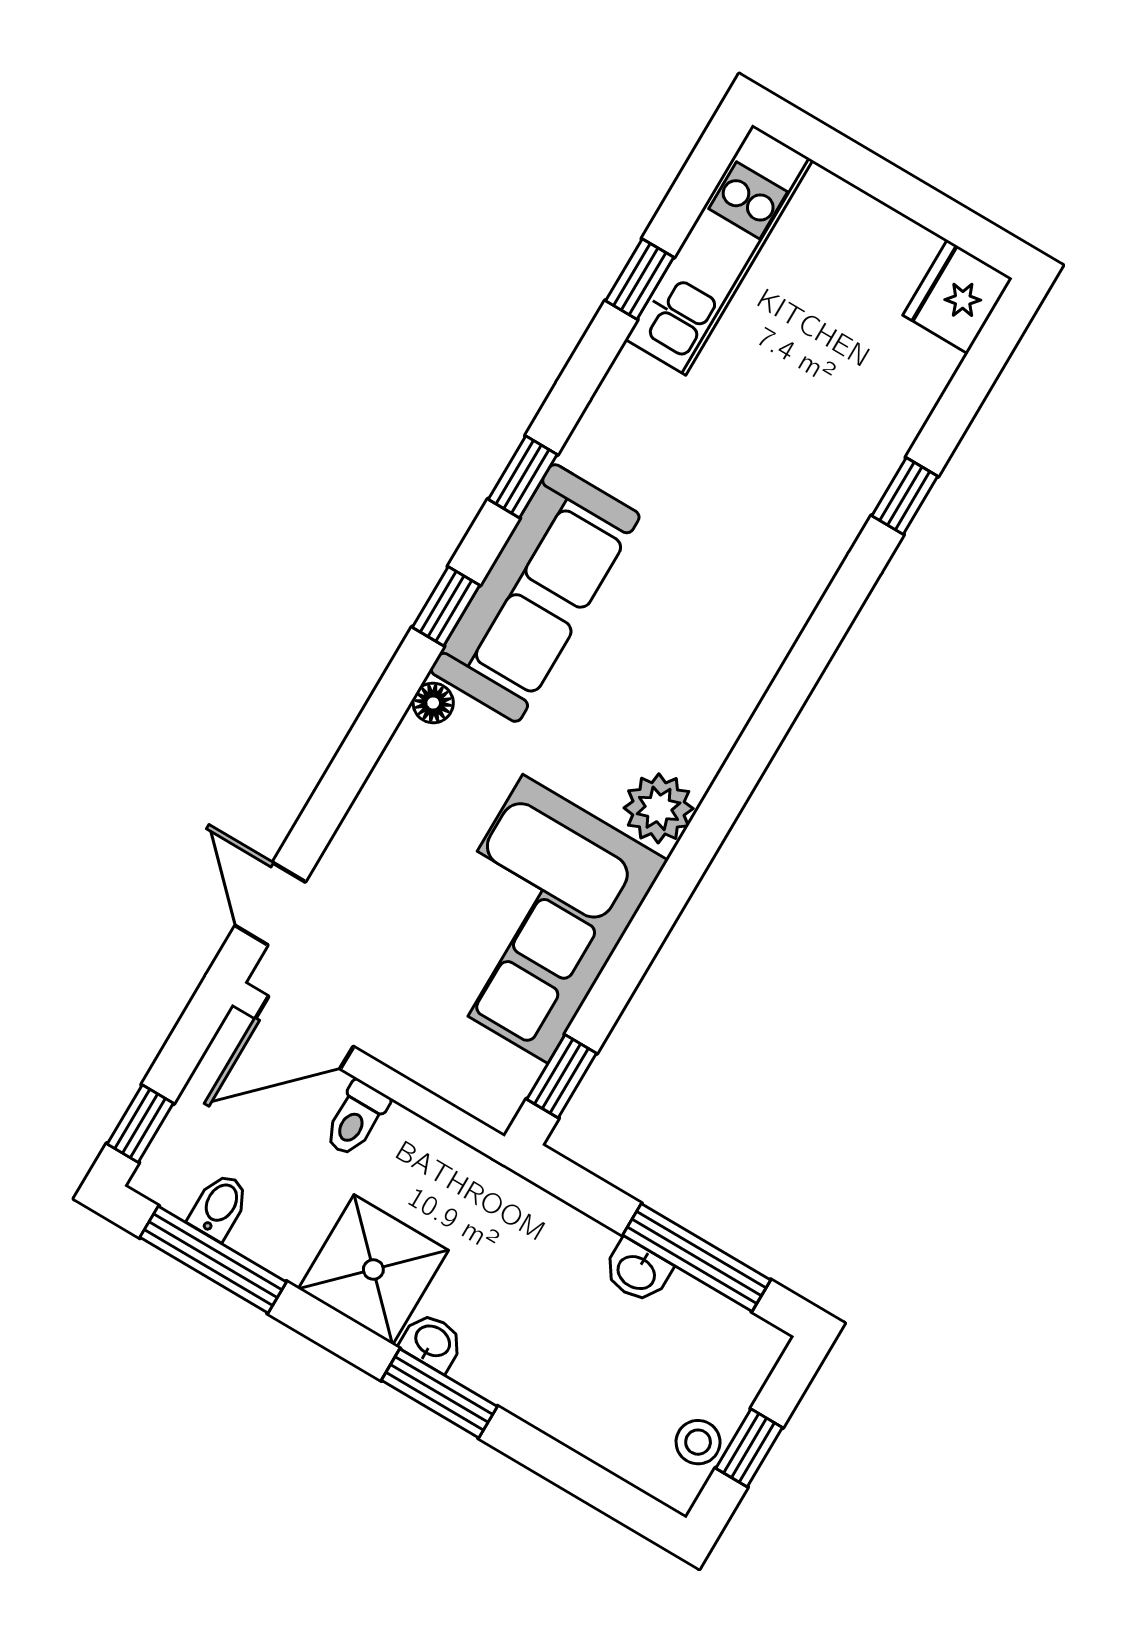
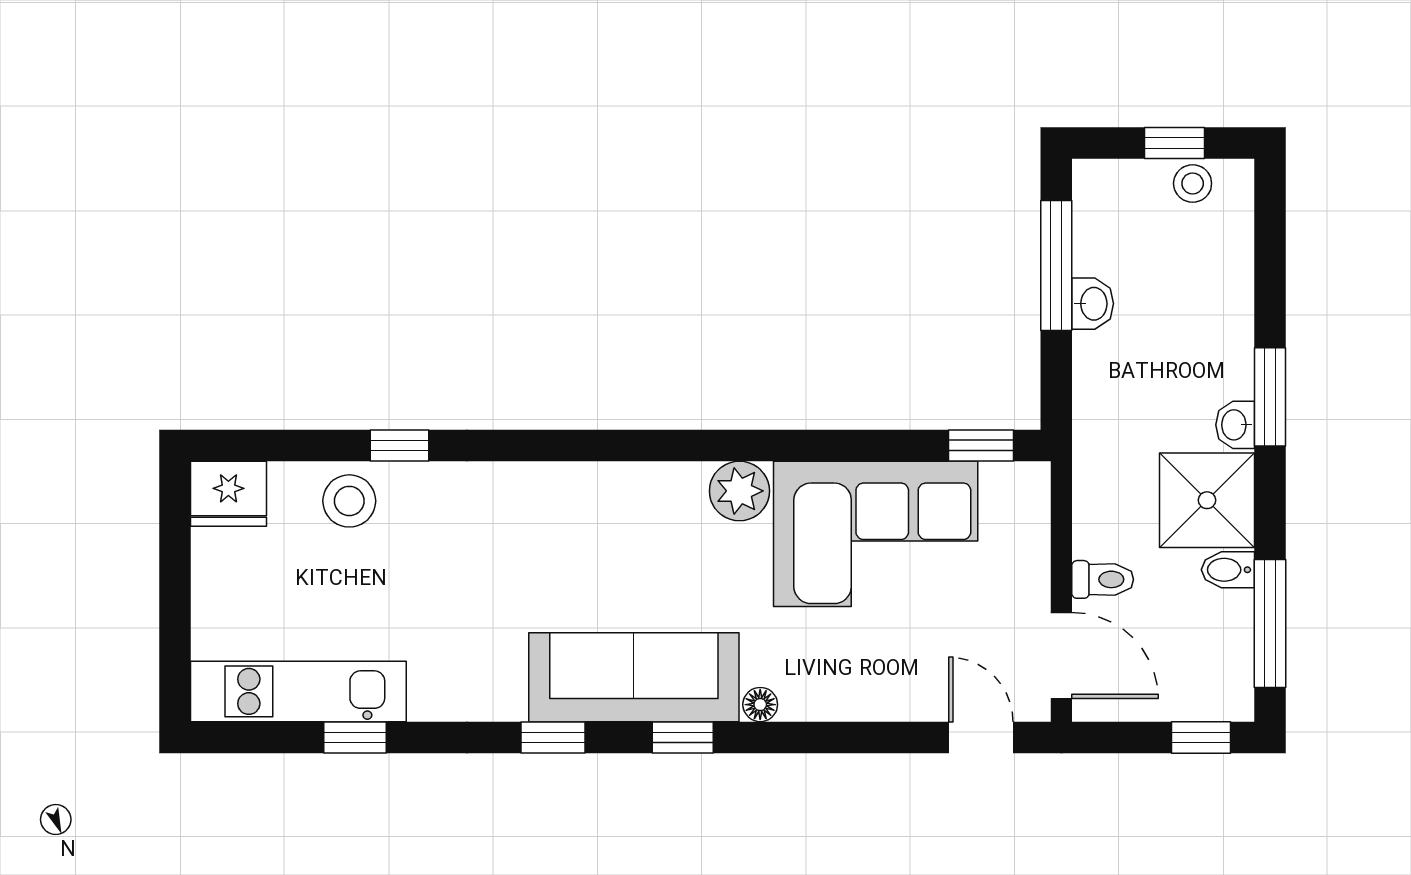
stool: (879, 413) -> (349, 501), added
door: (270, 904) -> (981, 737), swing flipped
bidet: (219, 1206) -> (1228, 570), moved

